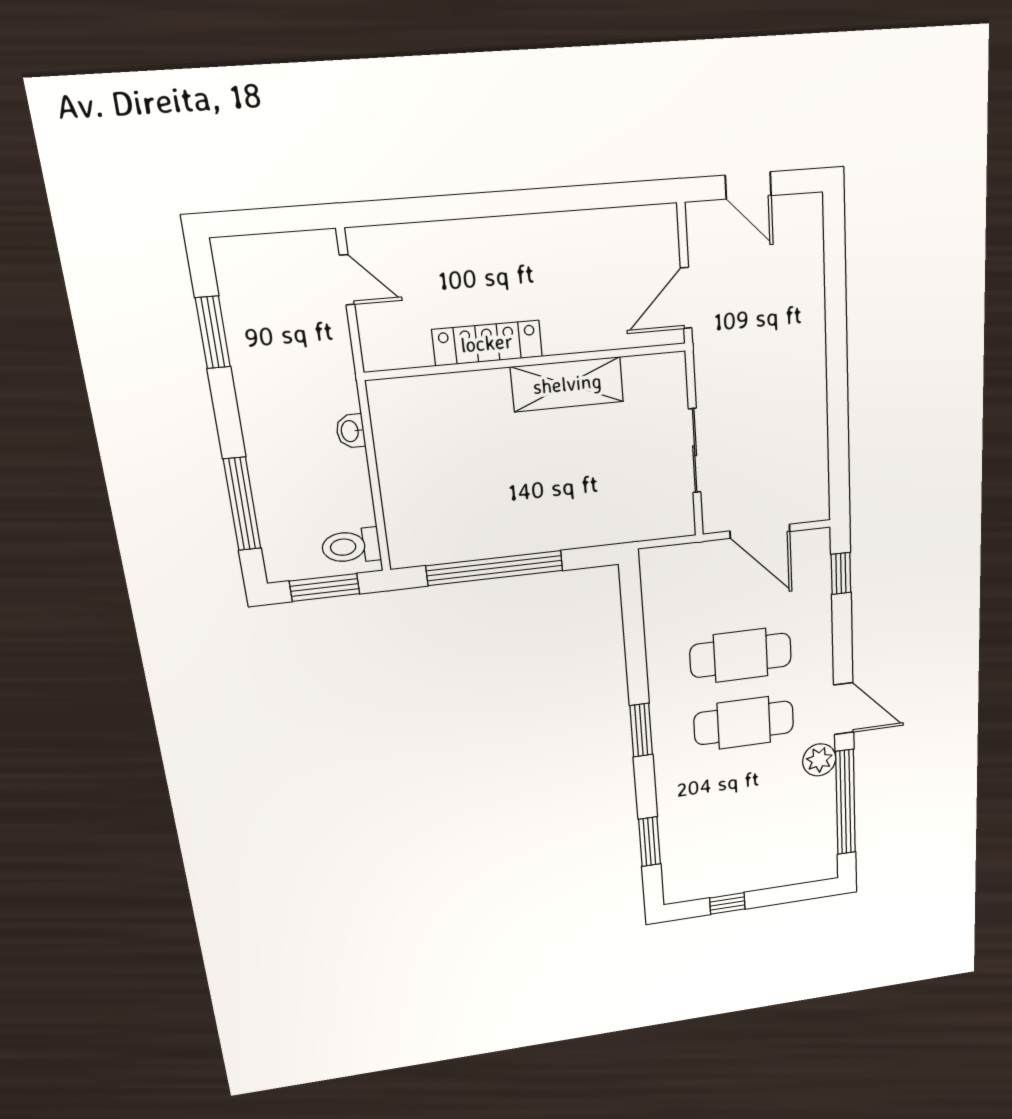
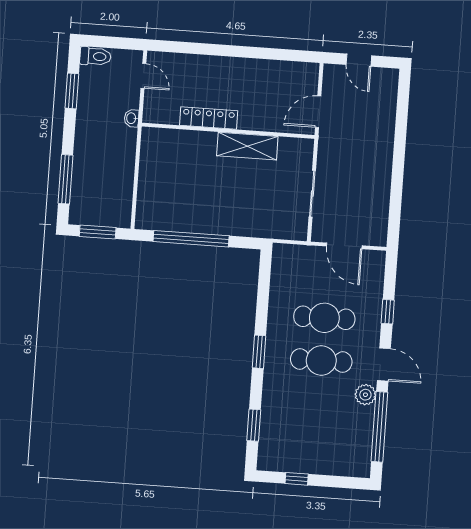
washbasin: (351, 431) -> (132, 118), moved
toilet: (351, 546) -> (95, 56), moved, turned 180
window: (841, 573) -> (388, 312), moved

